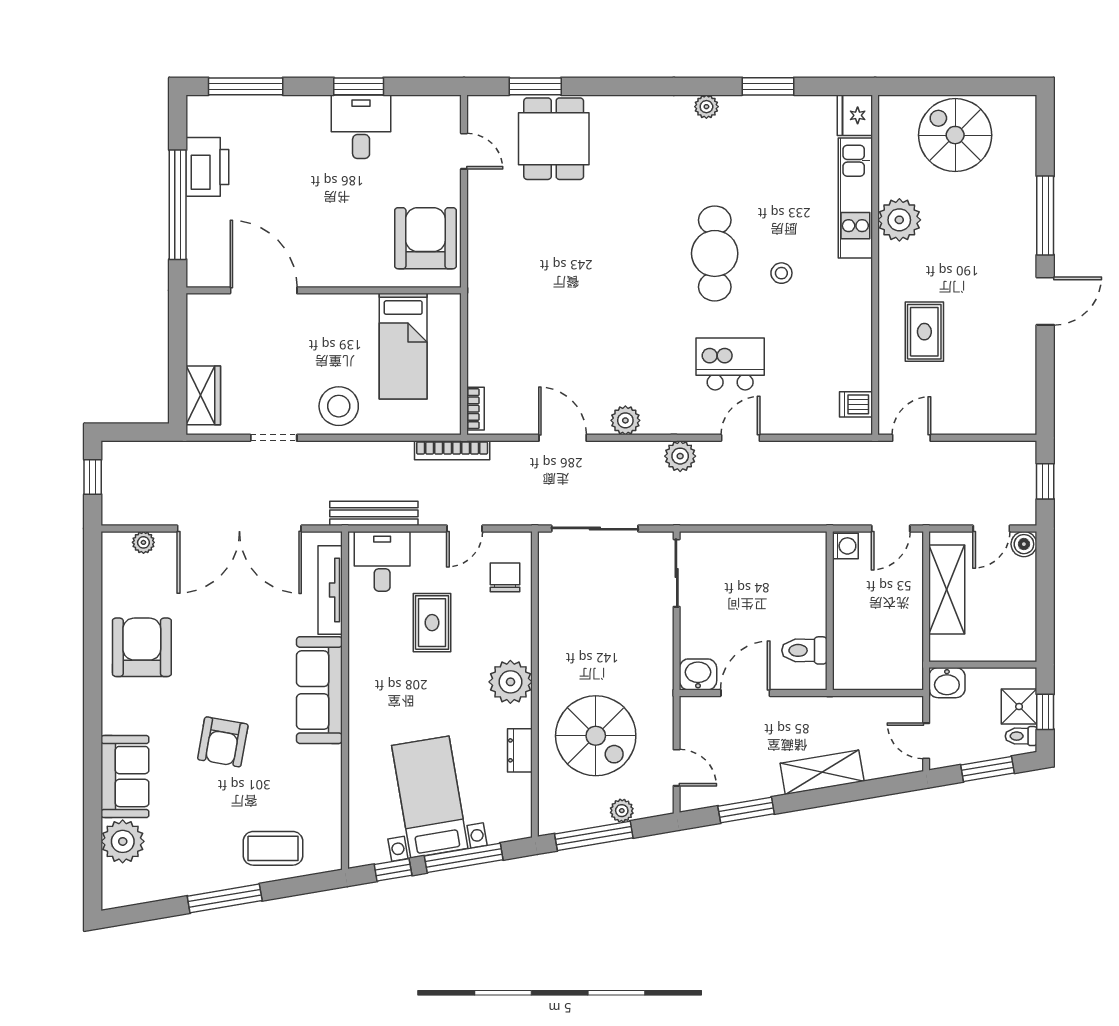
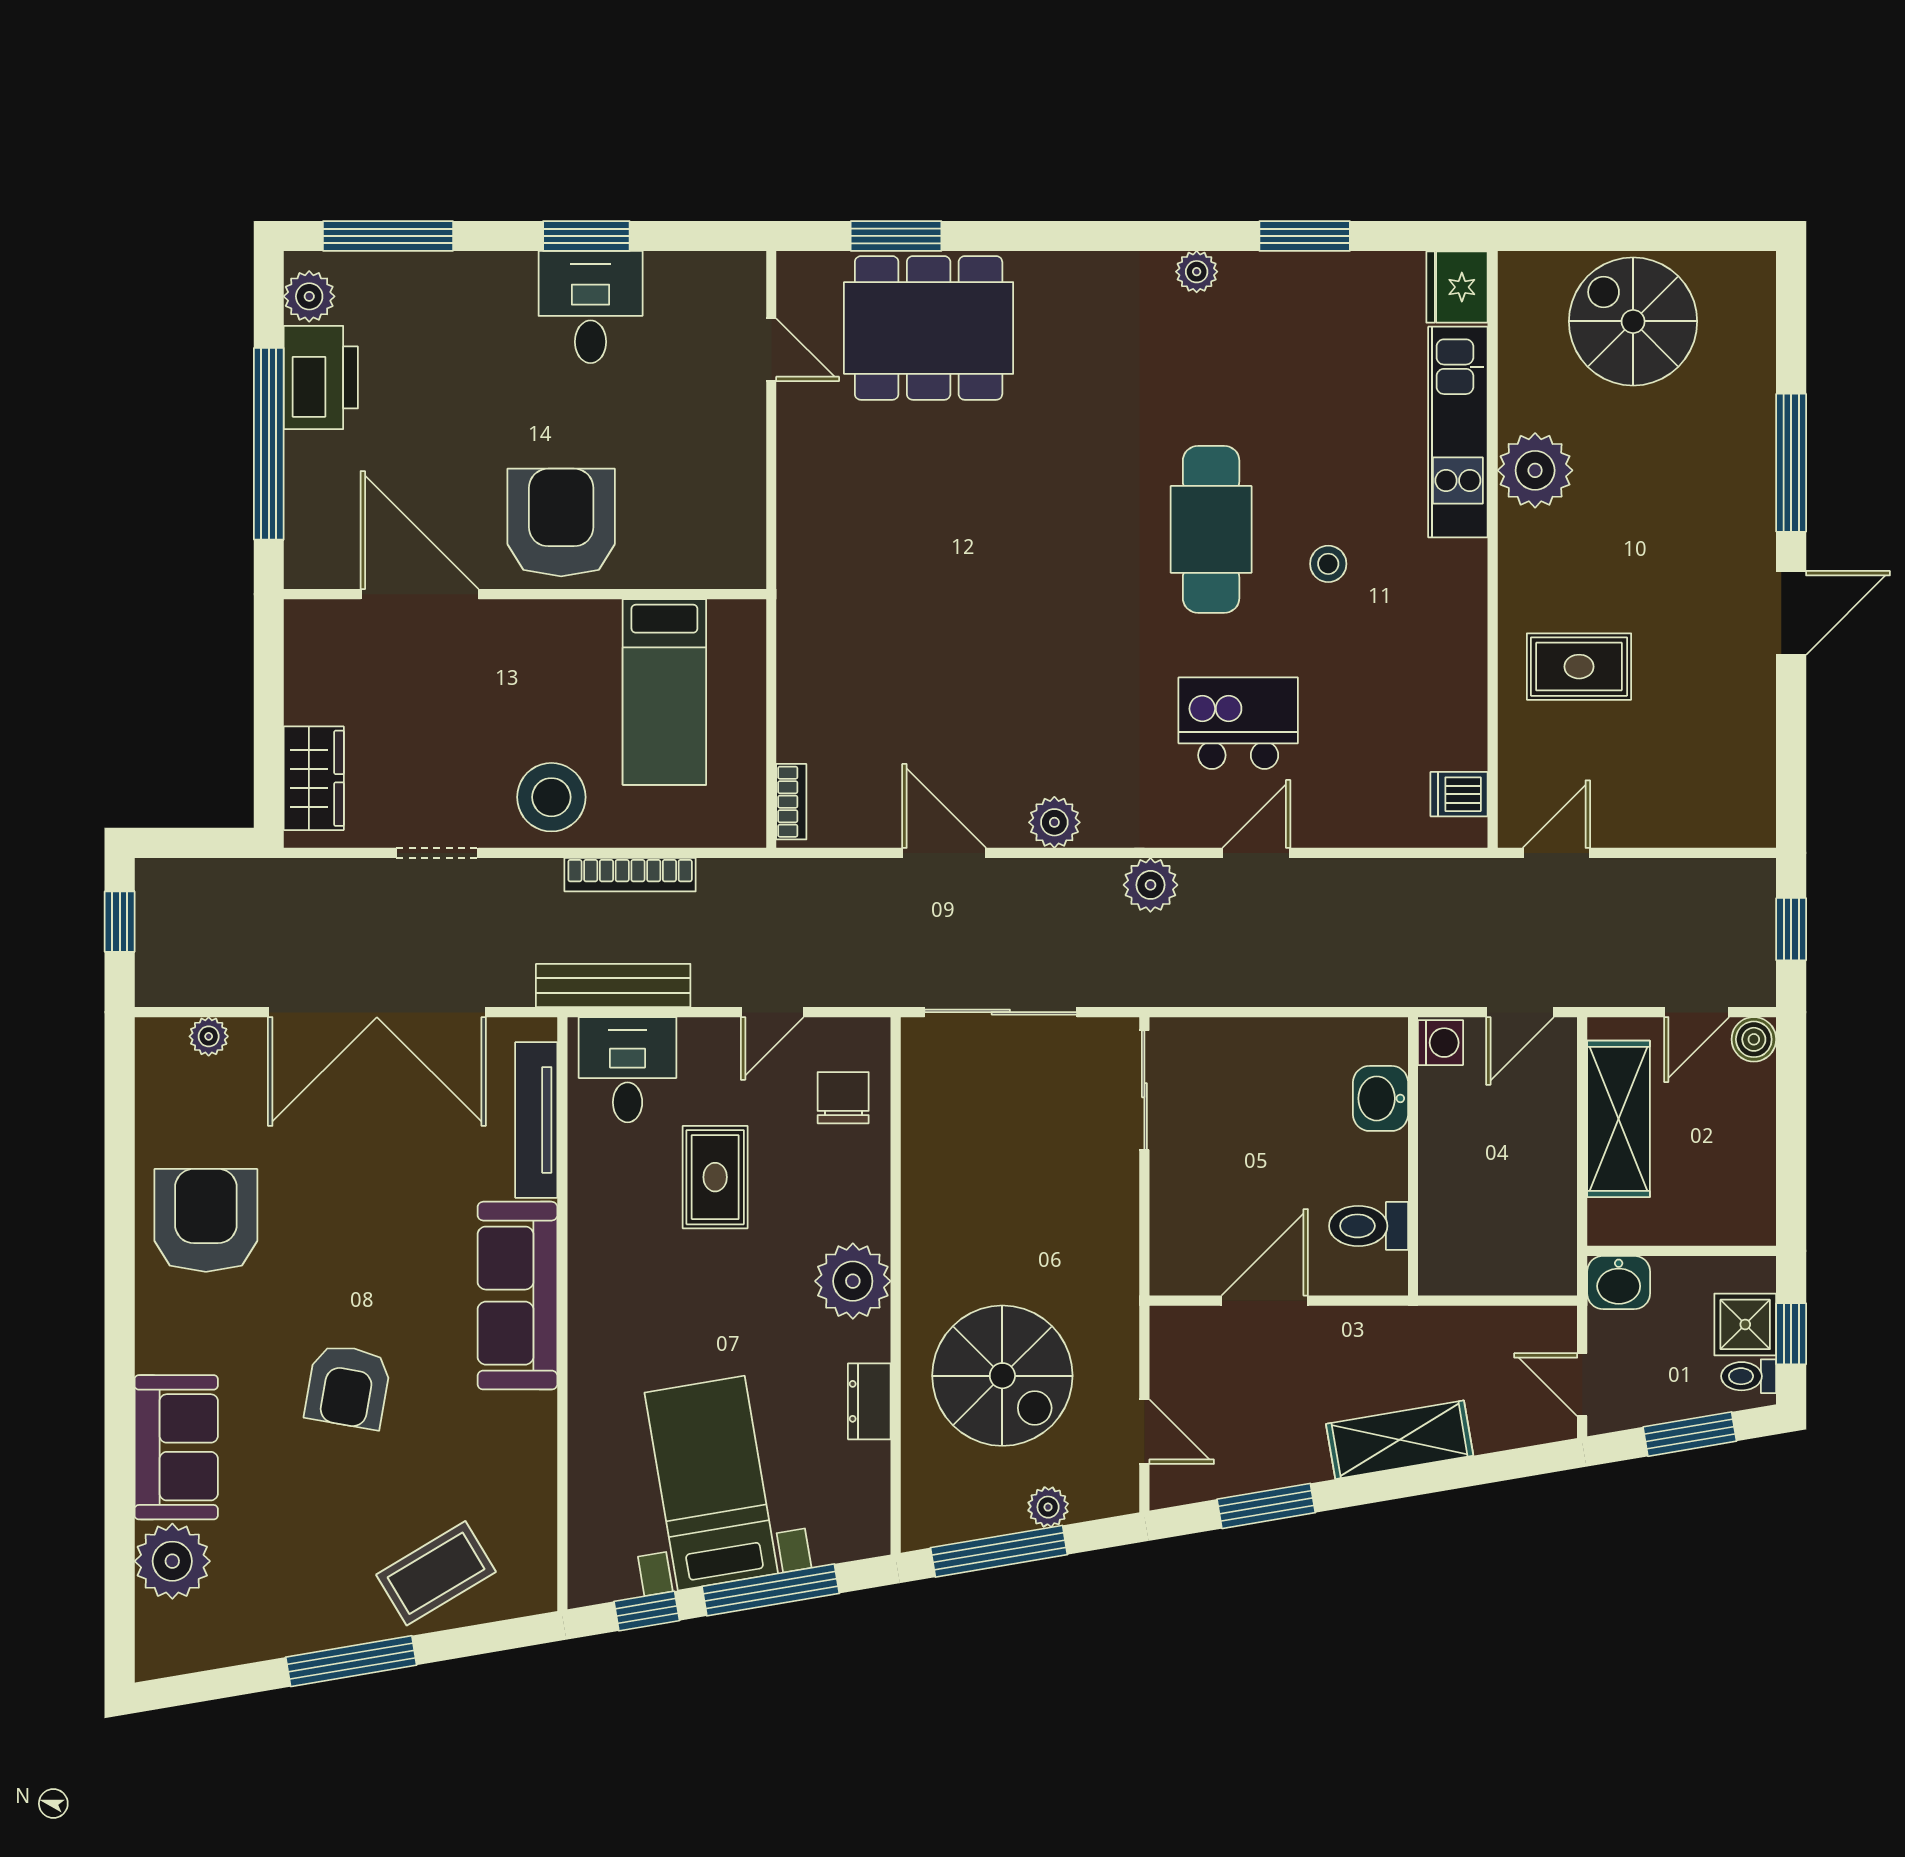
plant: (201, 121) -> (309, 296), added
dining table: (554, 139) -> (929, 328), width x1.38
armchair: (425, 238) -> (561, 523), moved
rug: (924, 332) -> (1579, 667), turned 90
bookcase: (452, 450) -> (630, 875), moved
washbasin: (698, 674) -> (1381, 1098), moved, turned -90
coffee table: (273, 848) -> (436, 1573), turned -31

